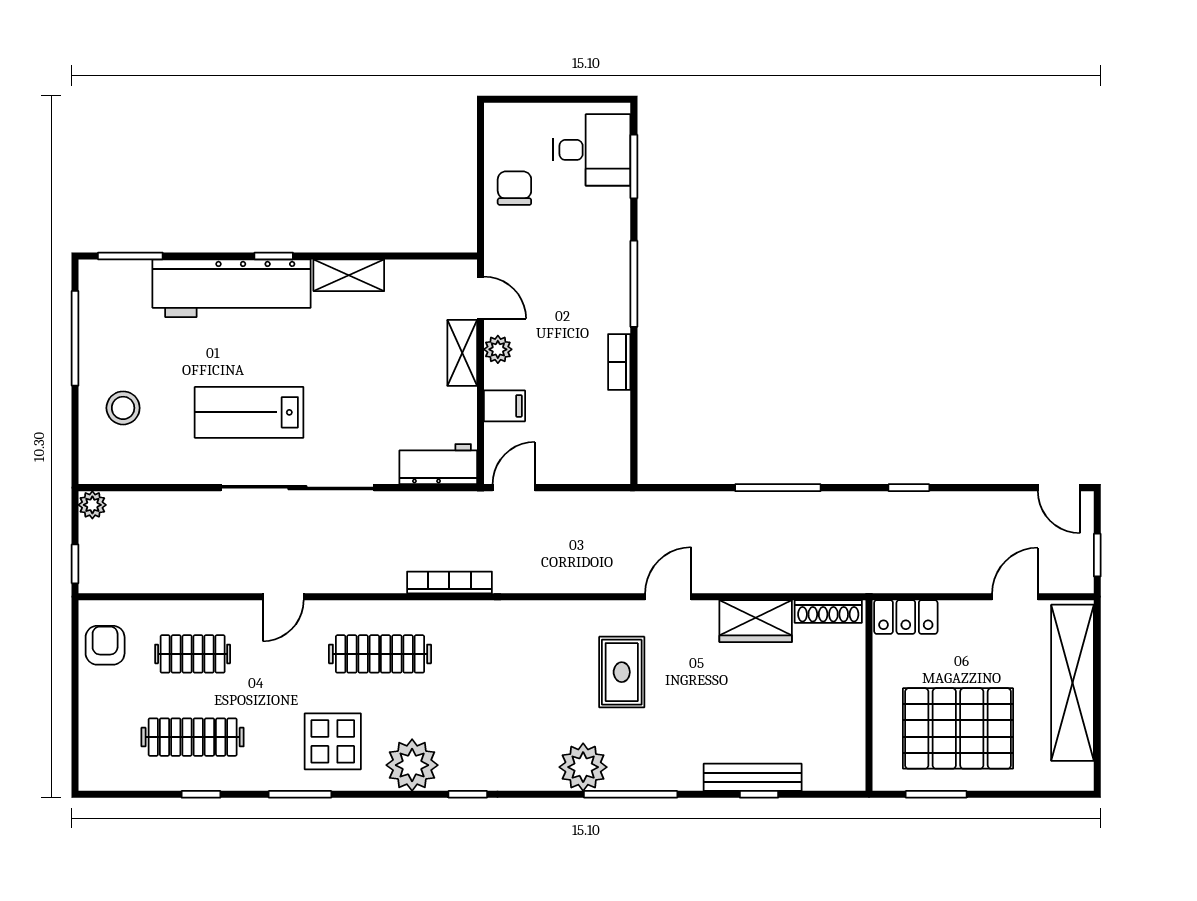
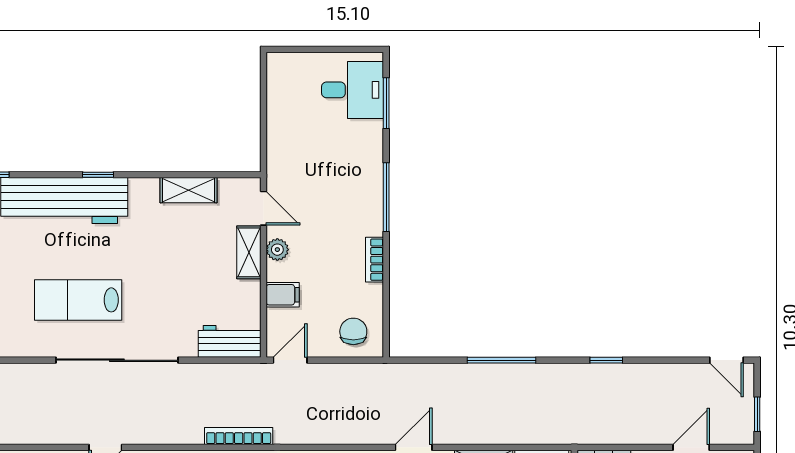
chair: (514, 188) -> (353, 331), moved
shelving: (349, 275) -> (188, 190), moved

